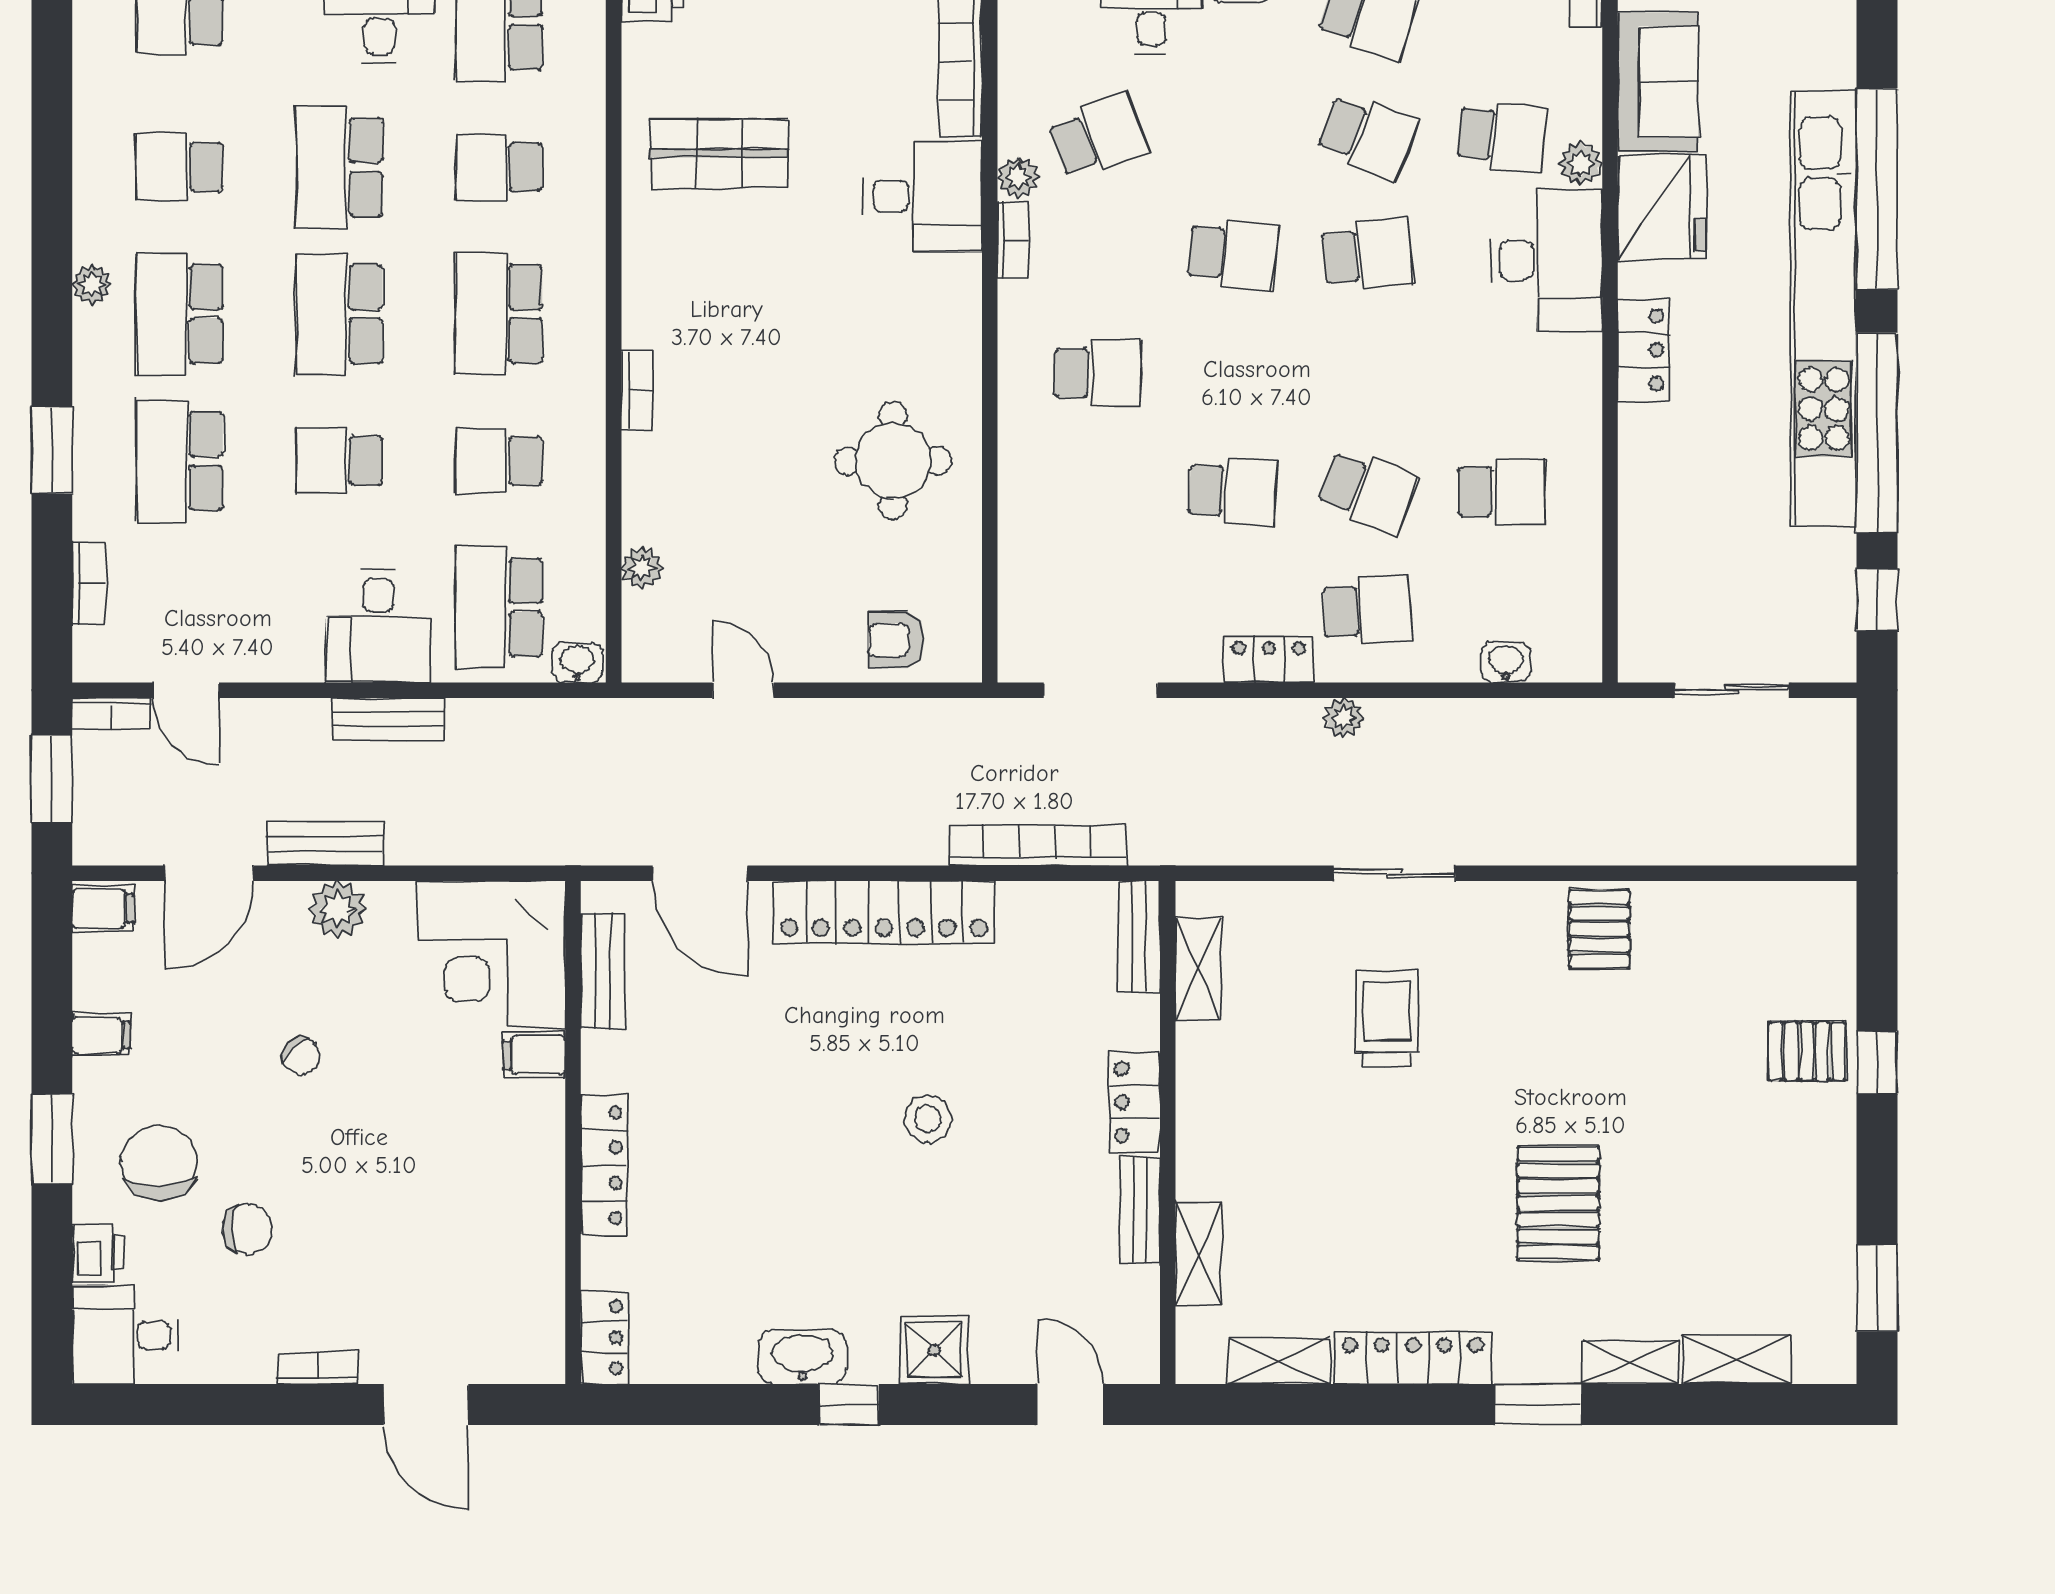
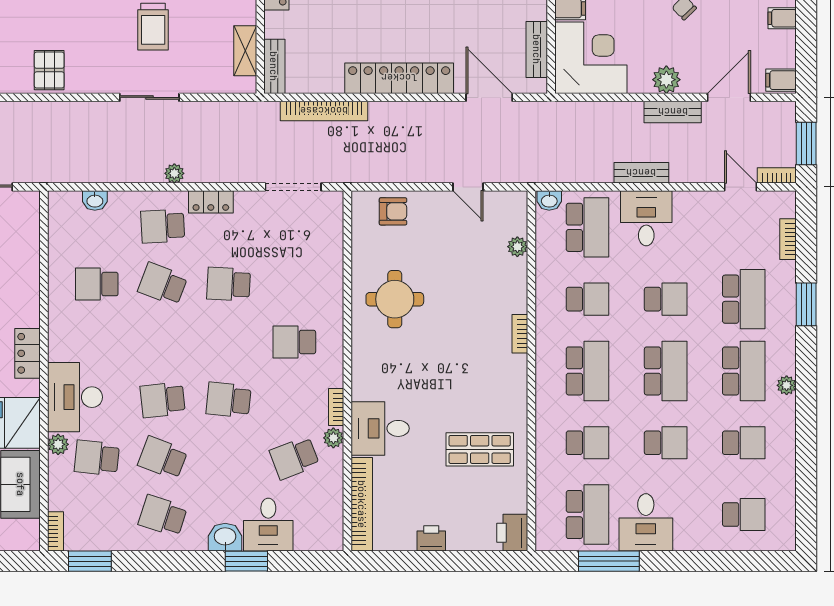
school desk: (339, 167) -> (666, 443), width x0.54

